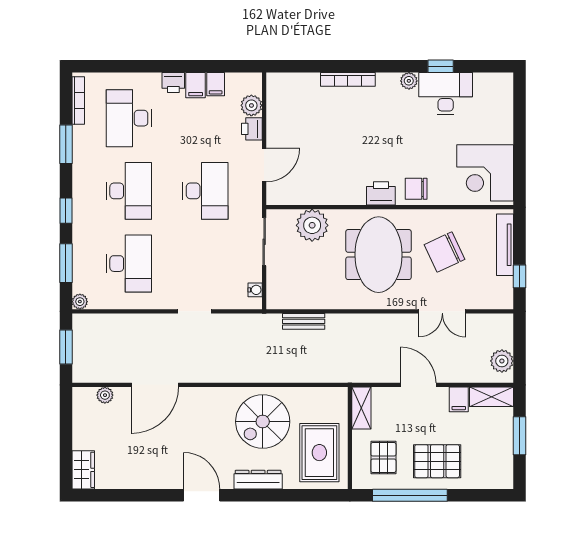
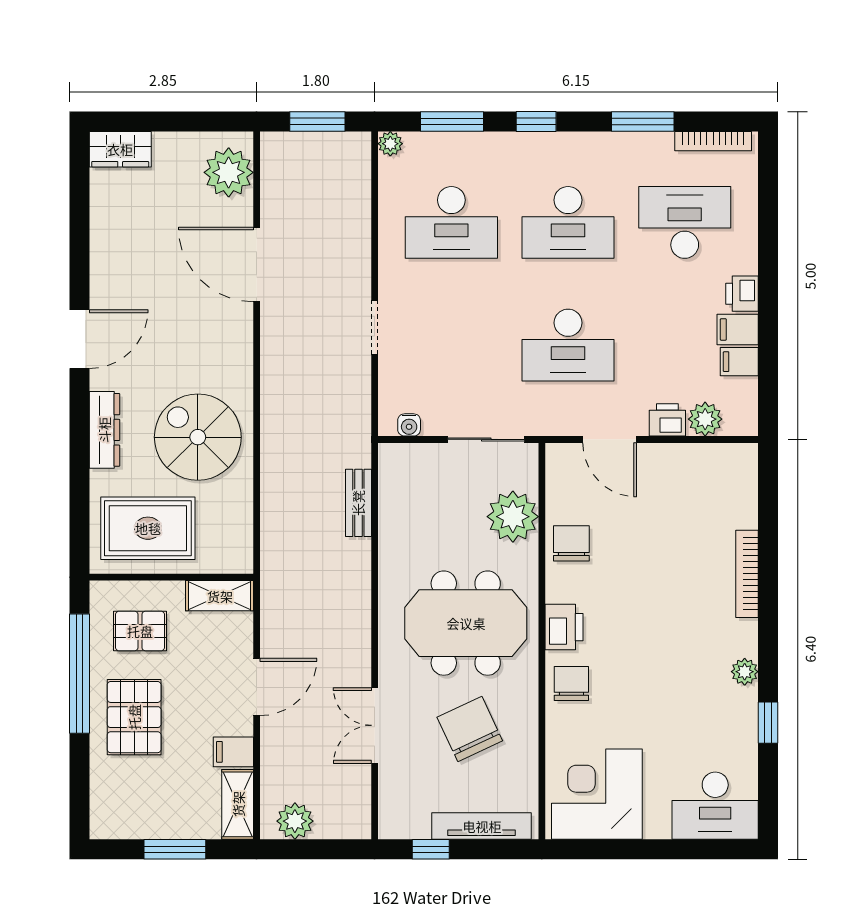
desk: (446, 93) -> (715, 806), moved, turned 90
chair: (329, 189) -> (571, 543), added
plant: (105, 395) -> (229, 172), width x1.88, depth x1.88

